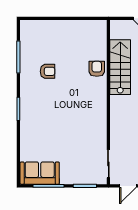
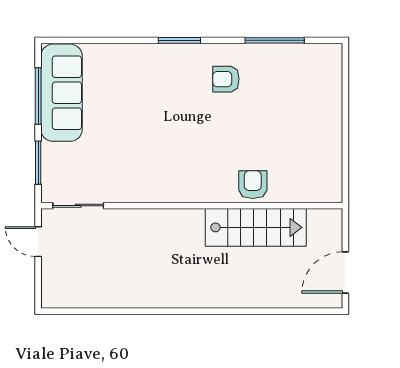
armchair: (97, 69) -> (253, 185), turned -90
armchair: (48, 71) -> (226, 79), moved, turned 90
sofa: (40, 173) -> (61, 93), width x1.36

